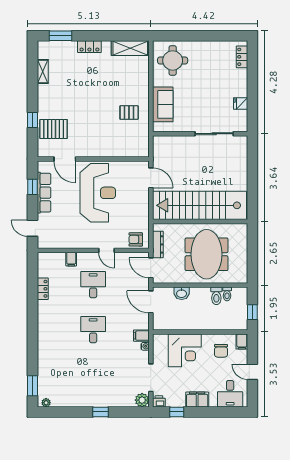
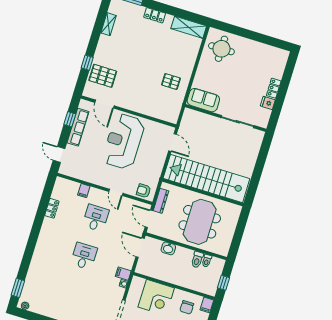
locker: (242, 57) -> (274, 88), moved
sofa: (163, 104) -> (203, 100), moved, turned -90
reception desk: (98, 193) -> (124, 141), turned 180

